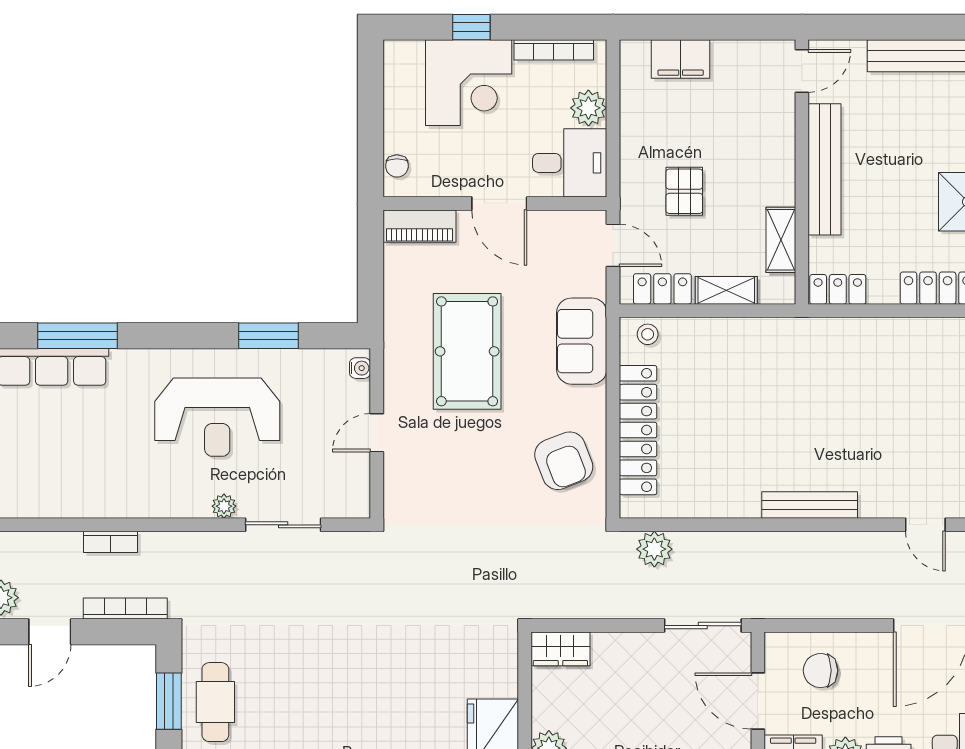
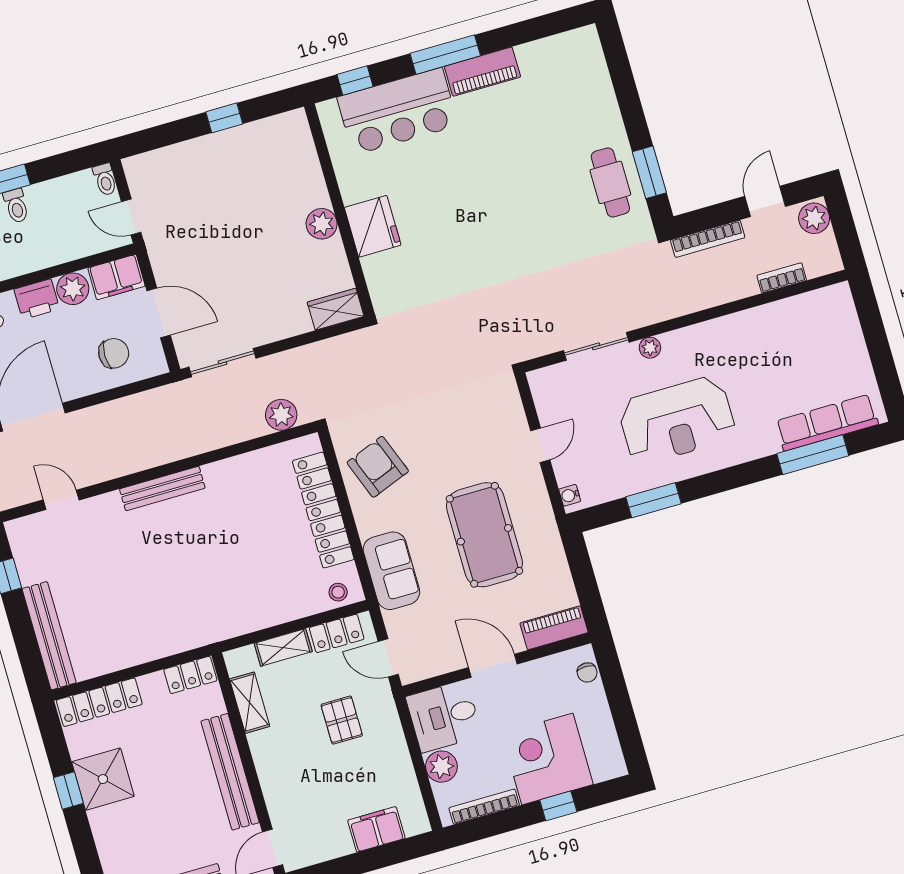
chair: (397, 166) -> (587, 672), turned 180
reception desk: (217, 417) -> (677, 420), turned 180
bookcase: (110, 542) -> (782, 278), moved

